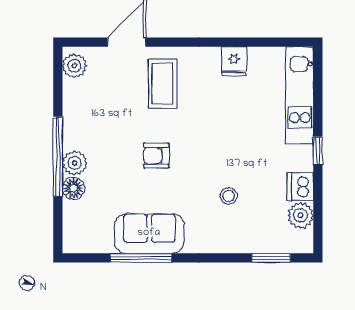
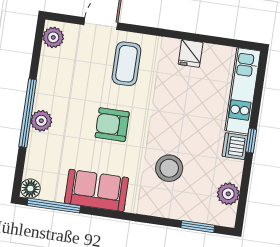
armchair: (156, 156) -> (112, 125), width x1.38, depth x1.38
dishwasher: (300, 187) -> (235, 146), moved
floor lamp: (73, 188) -> (30, 189), moved
stool: (229, 196) -> (169, 168), width x1.89, depth x1.89
window: (141, 258) -> (54, 206), moved

